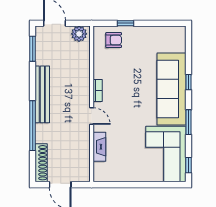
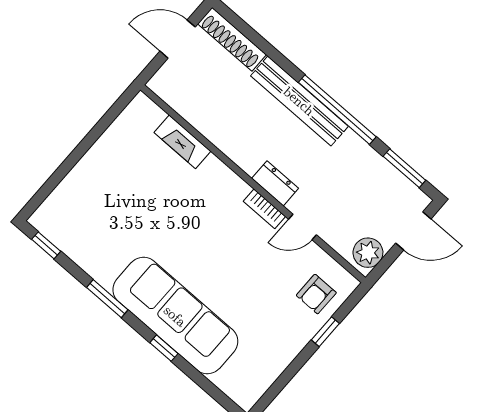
bench: (42, 94) -> (299, 101), moved
dresser: (84, 95) -> (275, 183), added
door: (92, 116) -> (303, 227), moved
window: (33, 126) -> (337, 110), moved
corner sofa: (166, 154) -> (90, 227), removed

